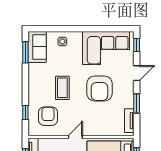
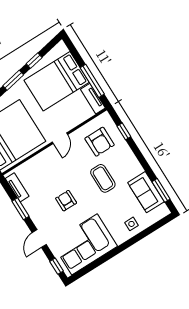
sofa: (37, 47) -> (146, 192), moved
armchair: (99, 88) -> (66, 201), width x0.53, depth x0.53

